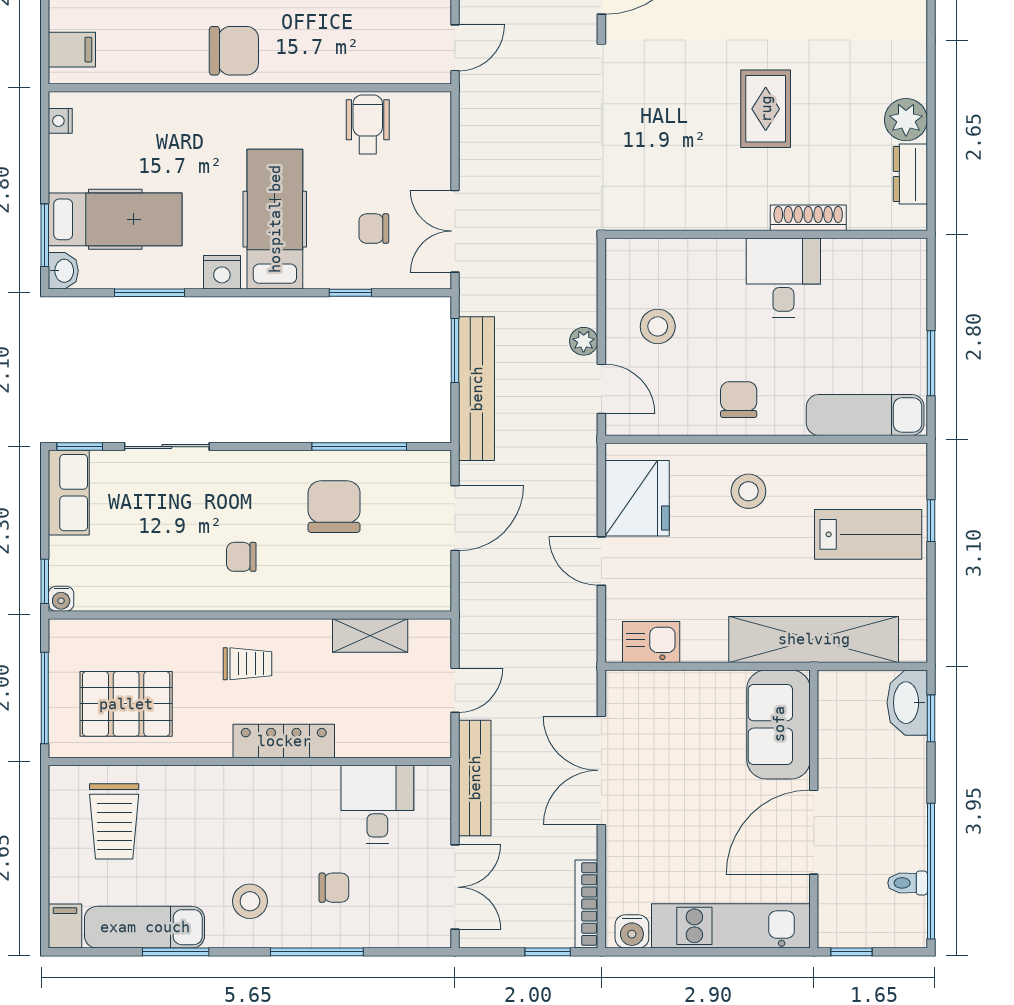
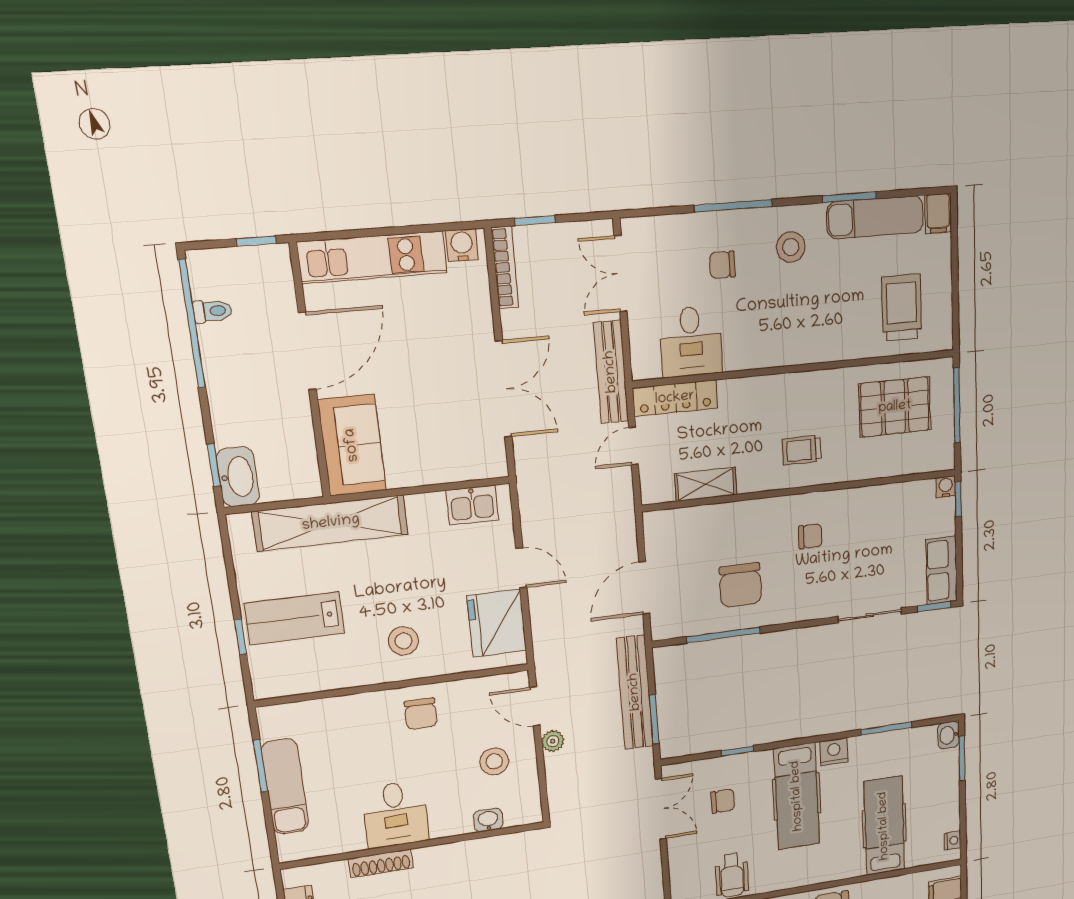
hospital bed: (115, 219) -> (884, 826), moved, turned 90
washbasin: (673, 252) -> (488, 820), added
exam couch: (865, 415) -> (285, 786), moved, turned -90
locker: (284, 741) -> (675, 398), moved

